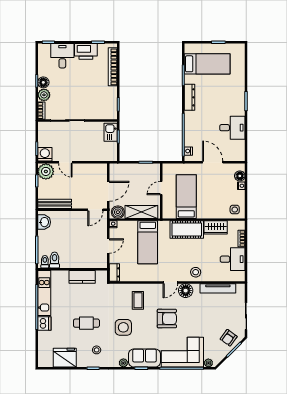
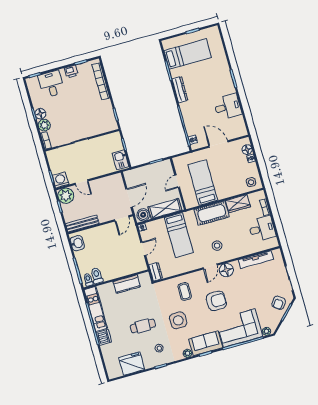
printer: (86, 51) -> (71, 71), width x0.53, depth x0.68
kitchen sink: (111, 132) -> (121, 160), moved
stool: (196, 272) -> (217, 246), moved

